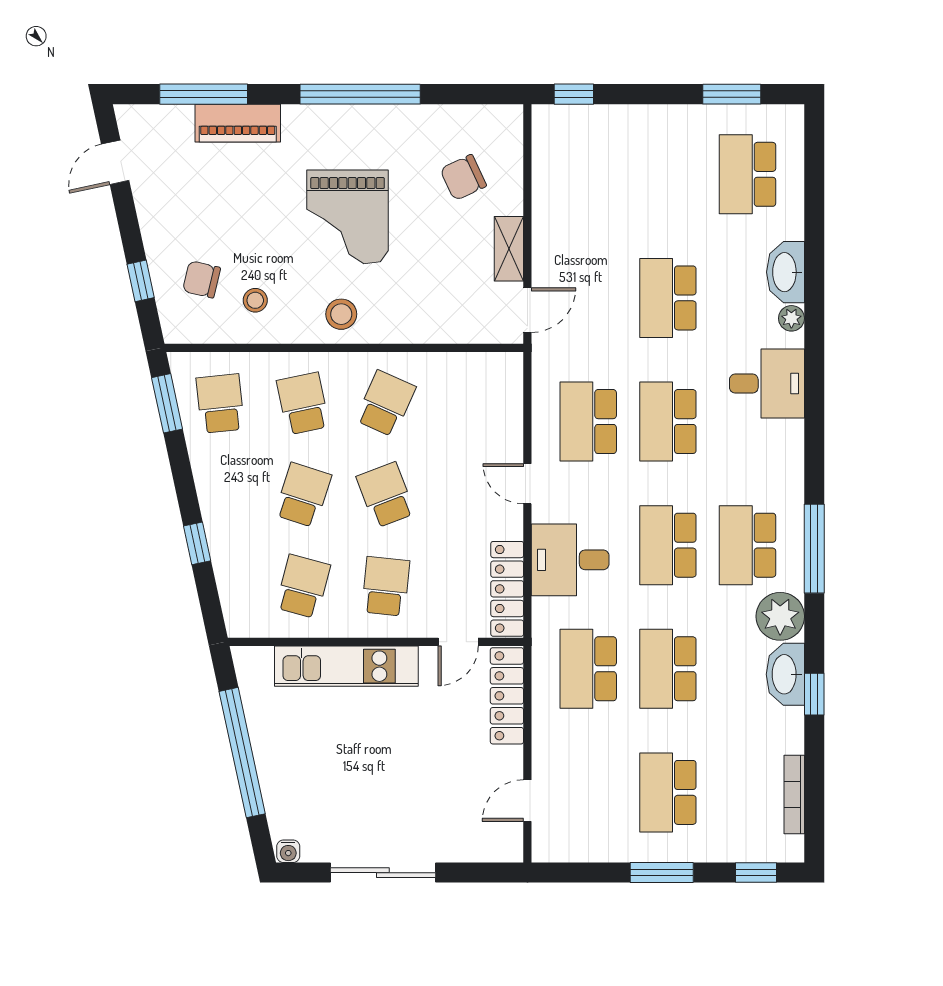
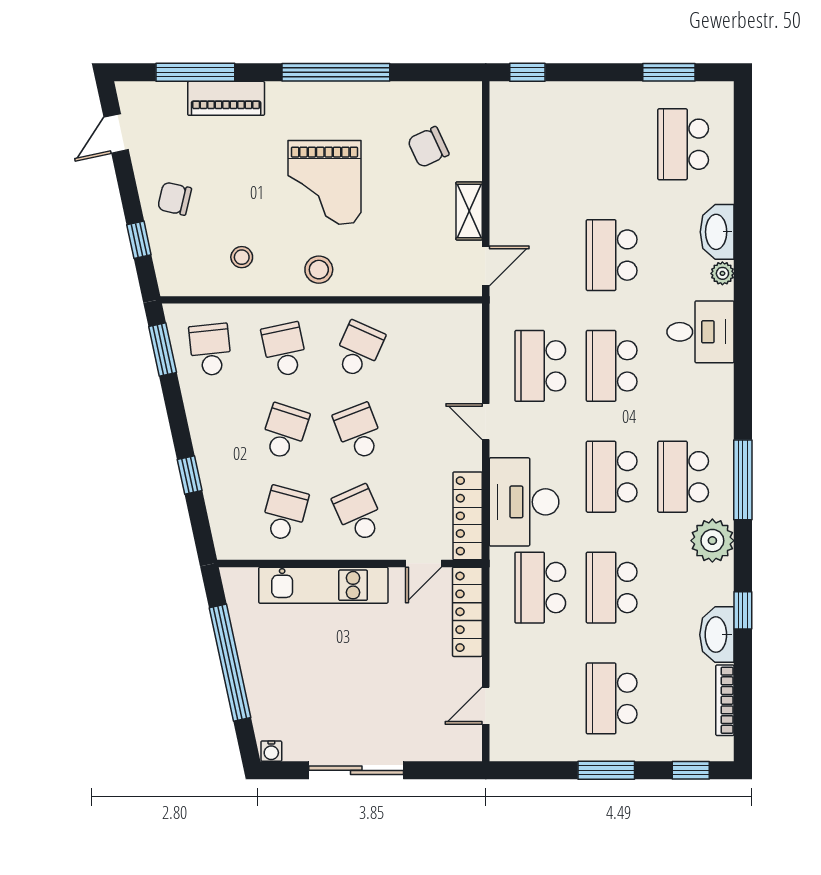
chair: (202, 279) -> (175, 199), moved
desk: (570, 560) -> (524, 502), width x1.37
school desk: (386, 586) -> (359, 514), turned -30
washbasin: (785, 674) -> (717, 635), moved

